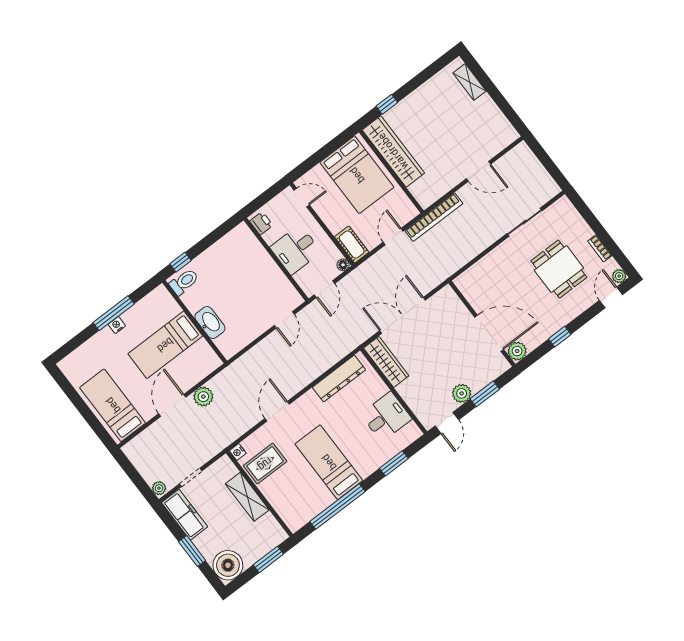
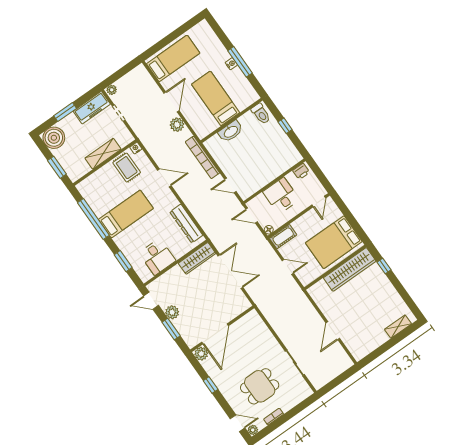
bookcase: (434, 217) -> (202, 157), moved
window: (181, 262) -> (285, 126), moved
door: (172, 405) -> (171, 102), hinge flipped

